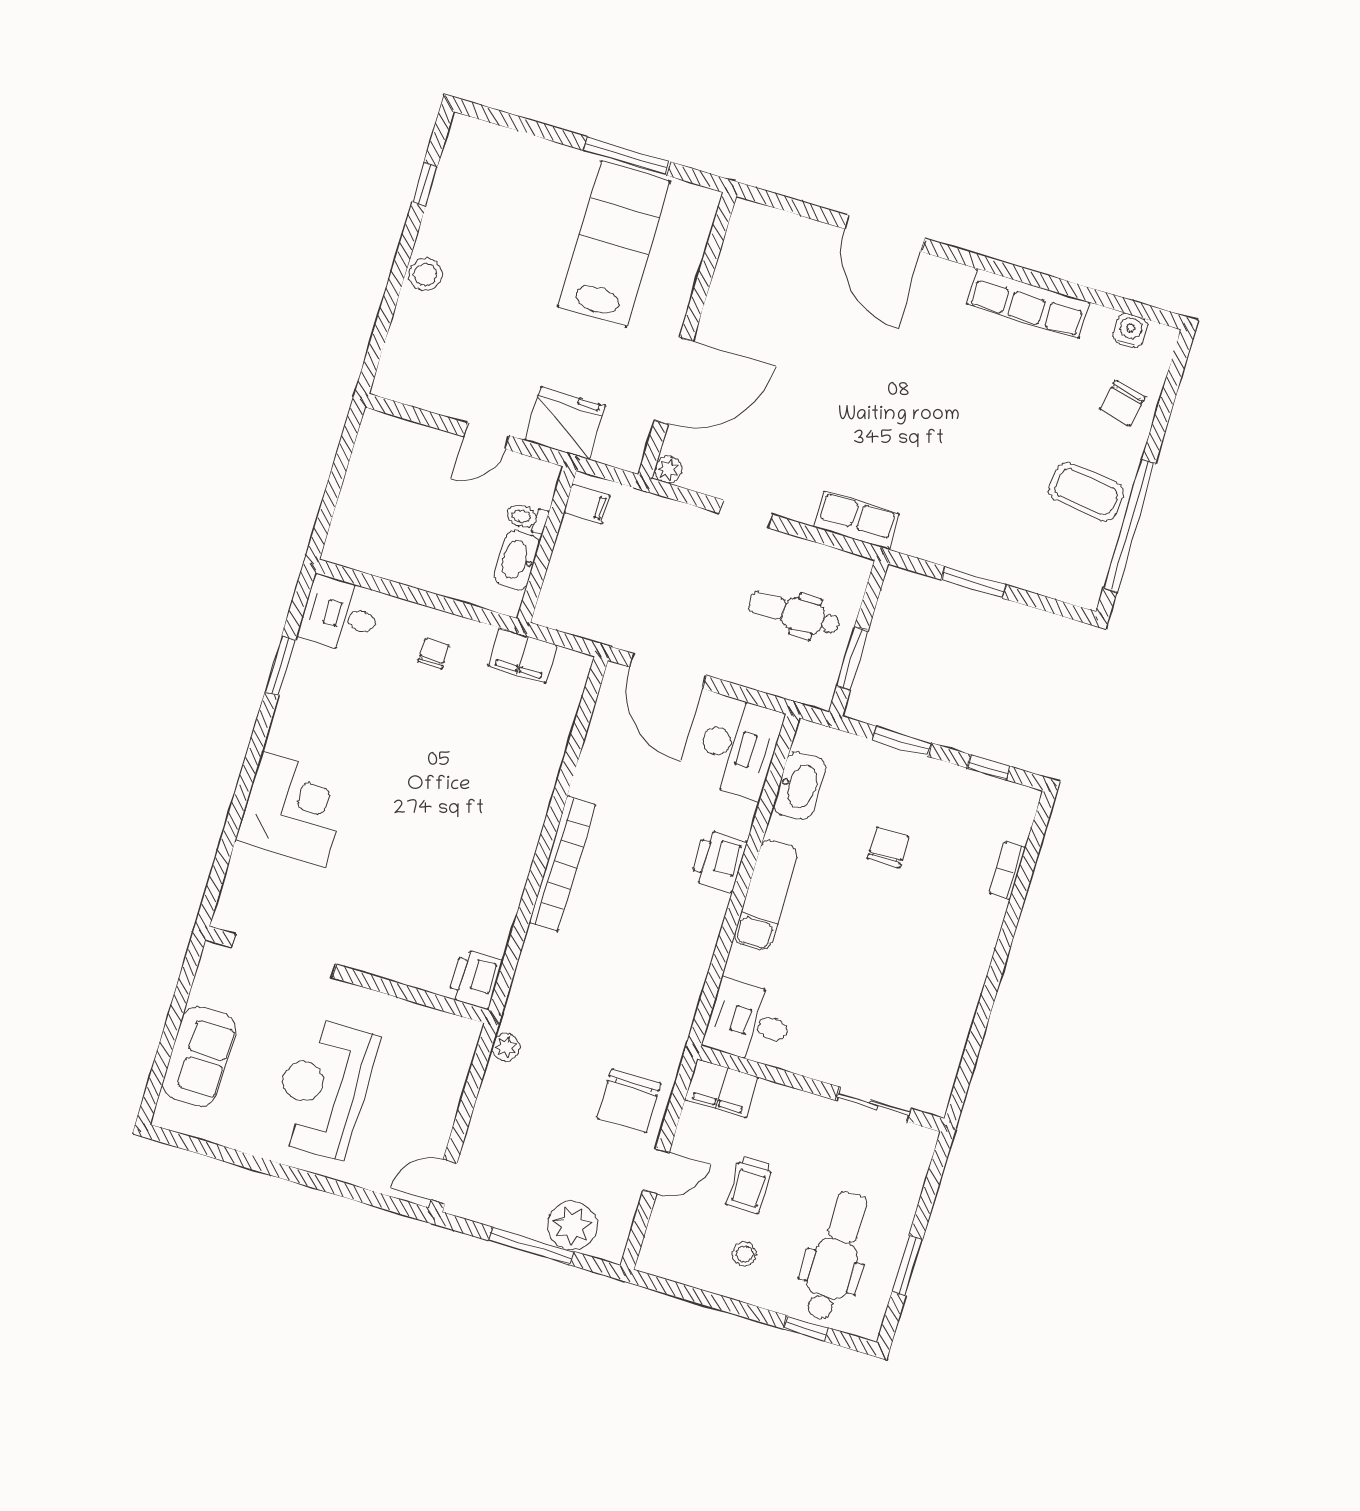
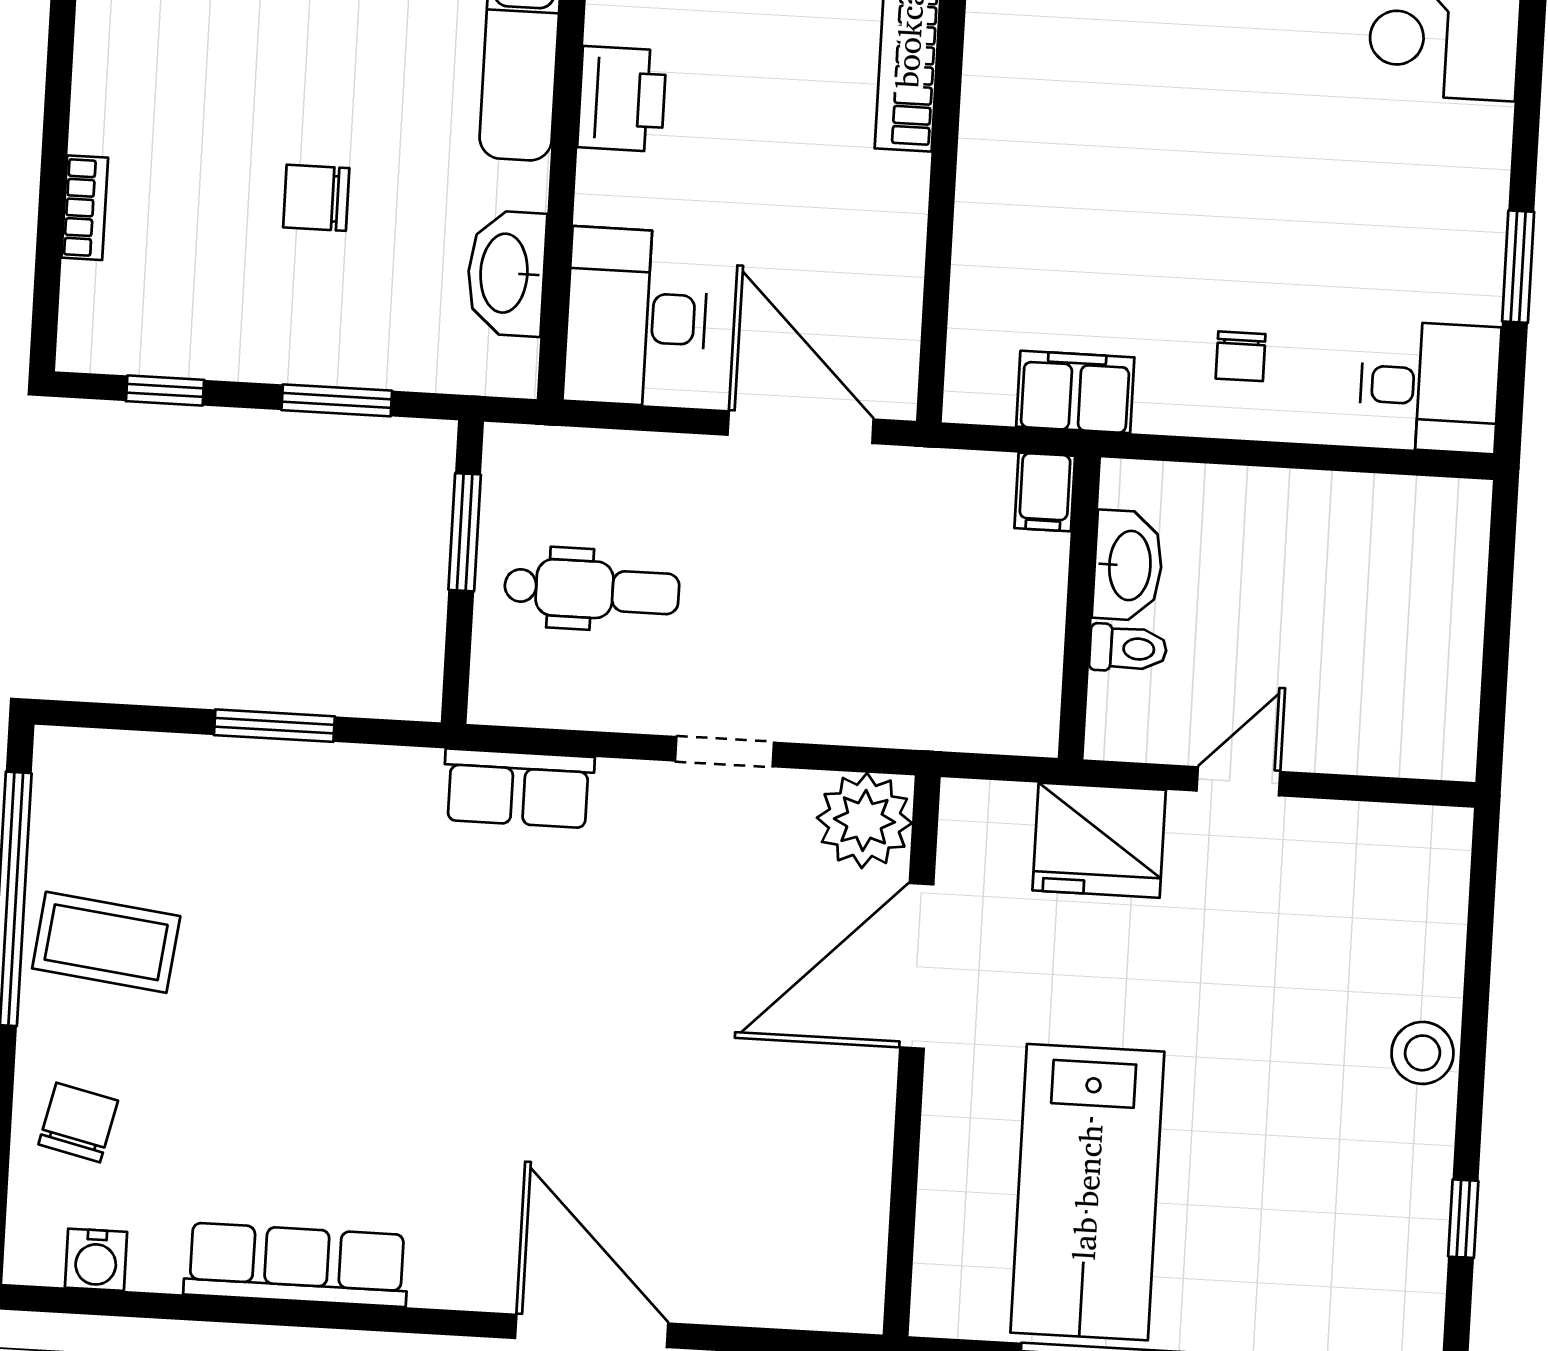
plant: (668, 470) -> (864, 820), width x1.88, depth x1.88
filing cabinet: (587, 504) -> (1045, 492), moved, turned -90
chair: (888, 848) -> (316, 198), turned 90

